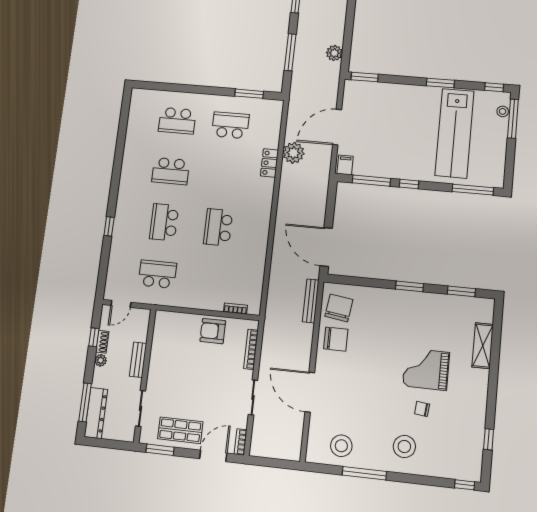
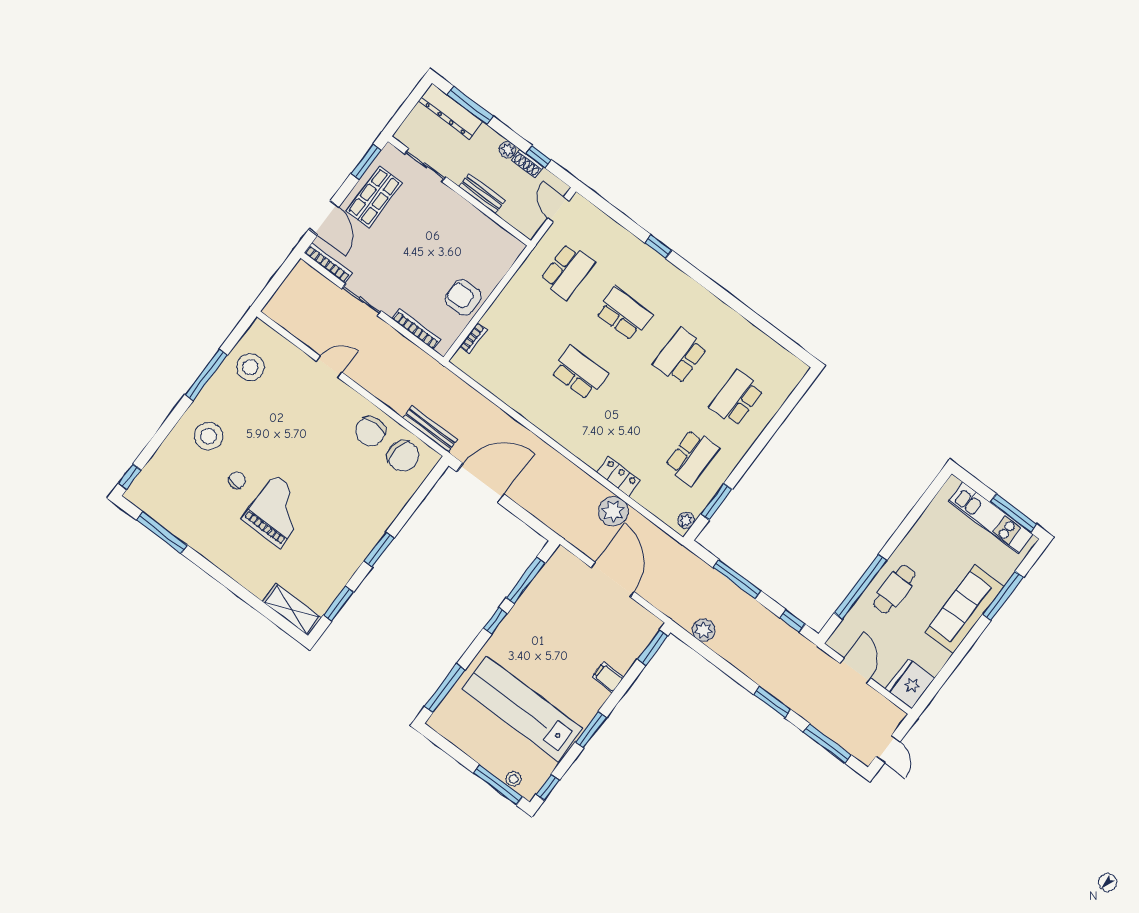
plant: (272, 105) -> (686, 520), added
filing cabinet: (345, 165) -> (608, 677), moved, turned 180
armchair: (213, 331) -> (463, 298), turned -90
shelving: (483, 346) -> (292, 610), moved
door: (310, 392) -> (329, 367), width x0.53
window: (489, 439) -> (162, 533), width x2.17
bookcase: (241, 442) -> (328, 263), width x1.56

